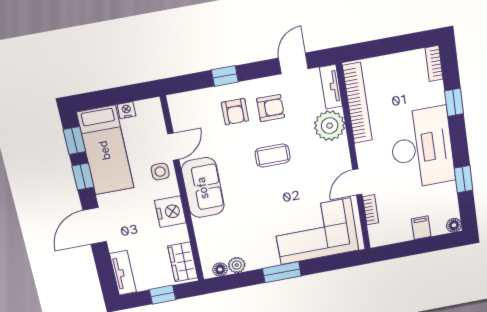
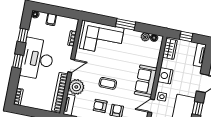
window: (454, 102) -> (18, 61), moved
door: (357, 182) -> (71, 66), moved

